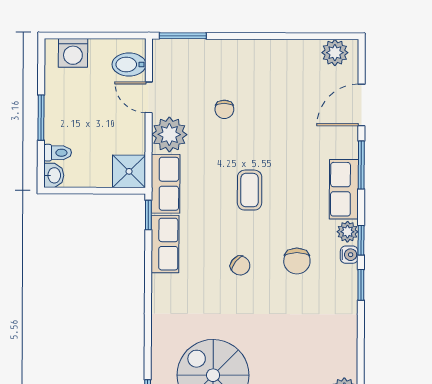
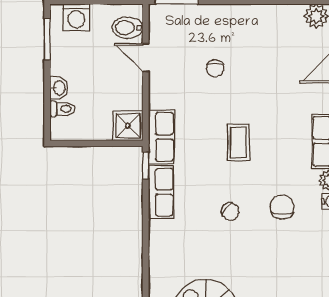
window: (41, 118) -> (47, 39), moved
plant: (169, 134) -> (165, 92), removed
washbasin: (54, 175) -> (59, 88), moved
chair: (297, 261) -> (282, 207), turned 180

